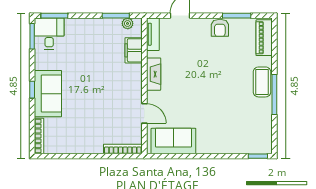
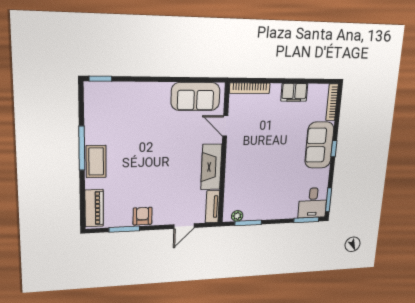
filing cabinet: (134, 50) -> (294, 92), moved, turned 90
fireplace: (154, 74) -> (211, 167), width x1.37, depth x1.32

